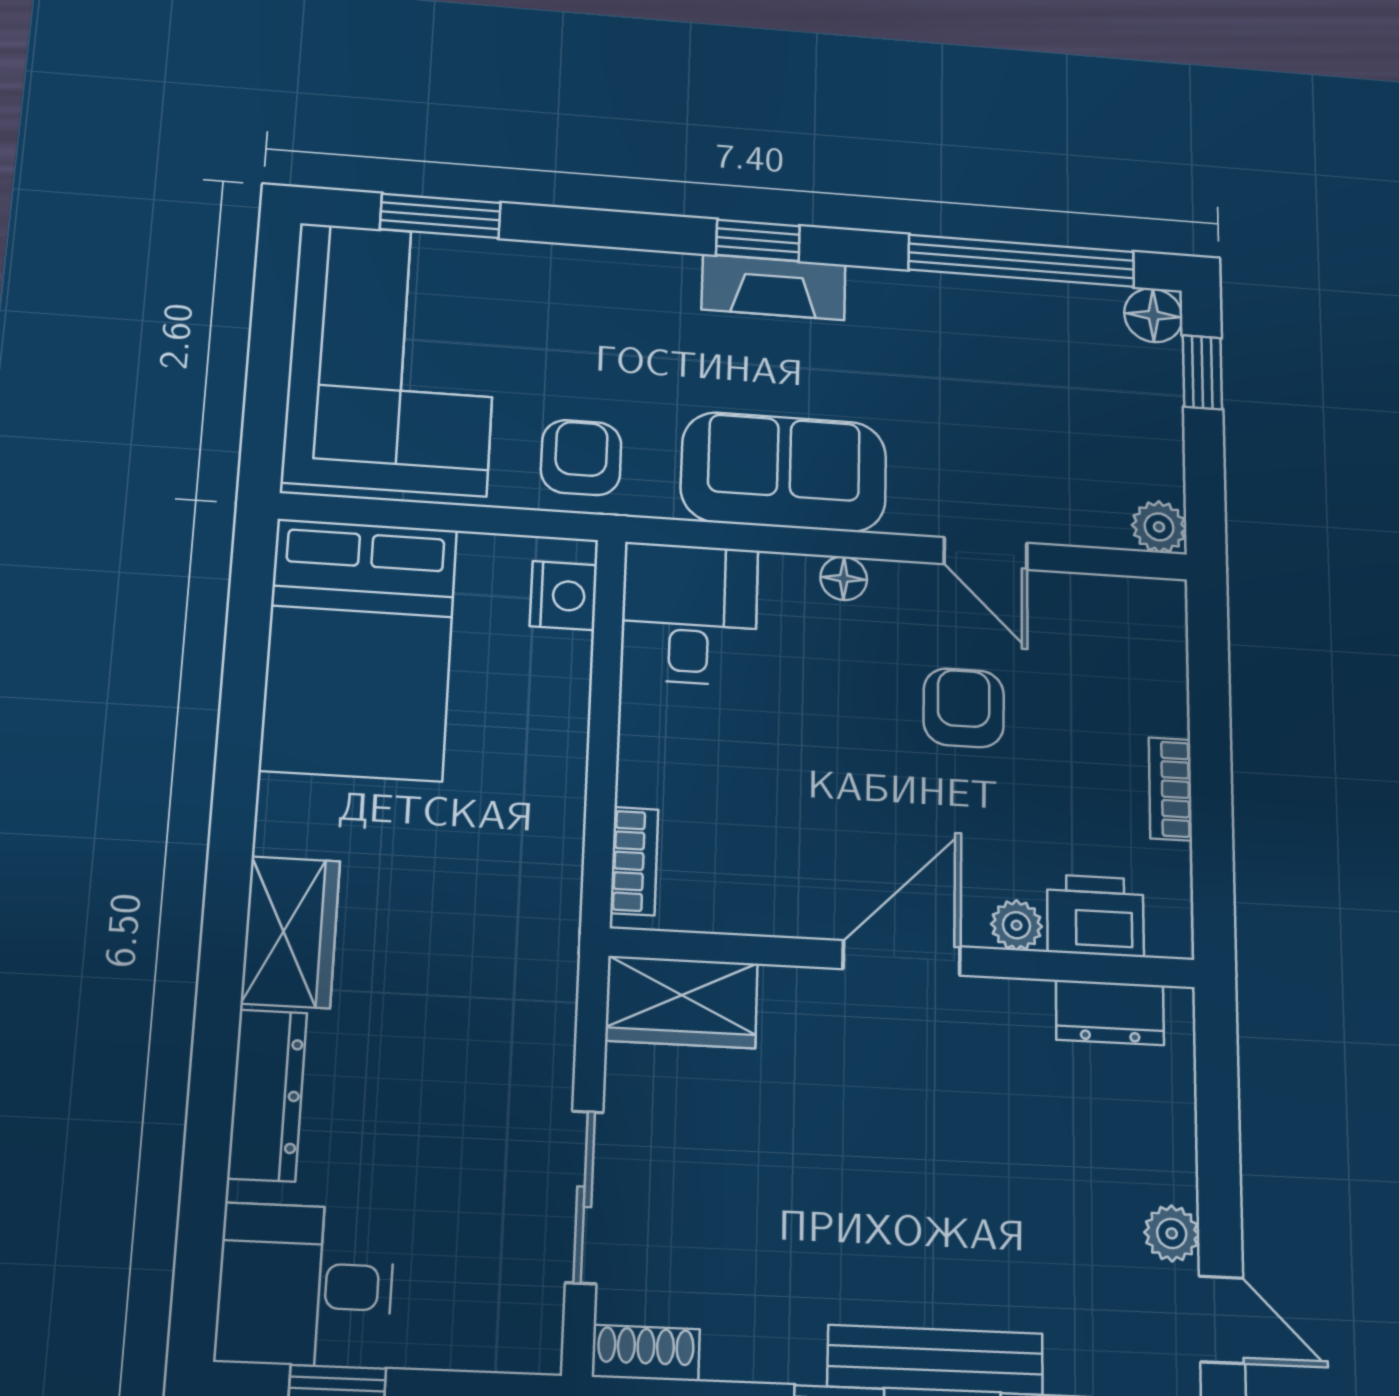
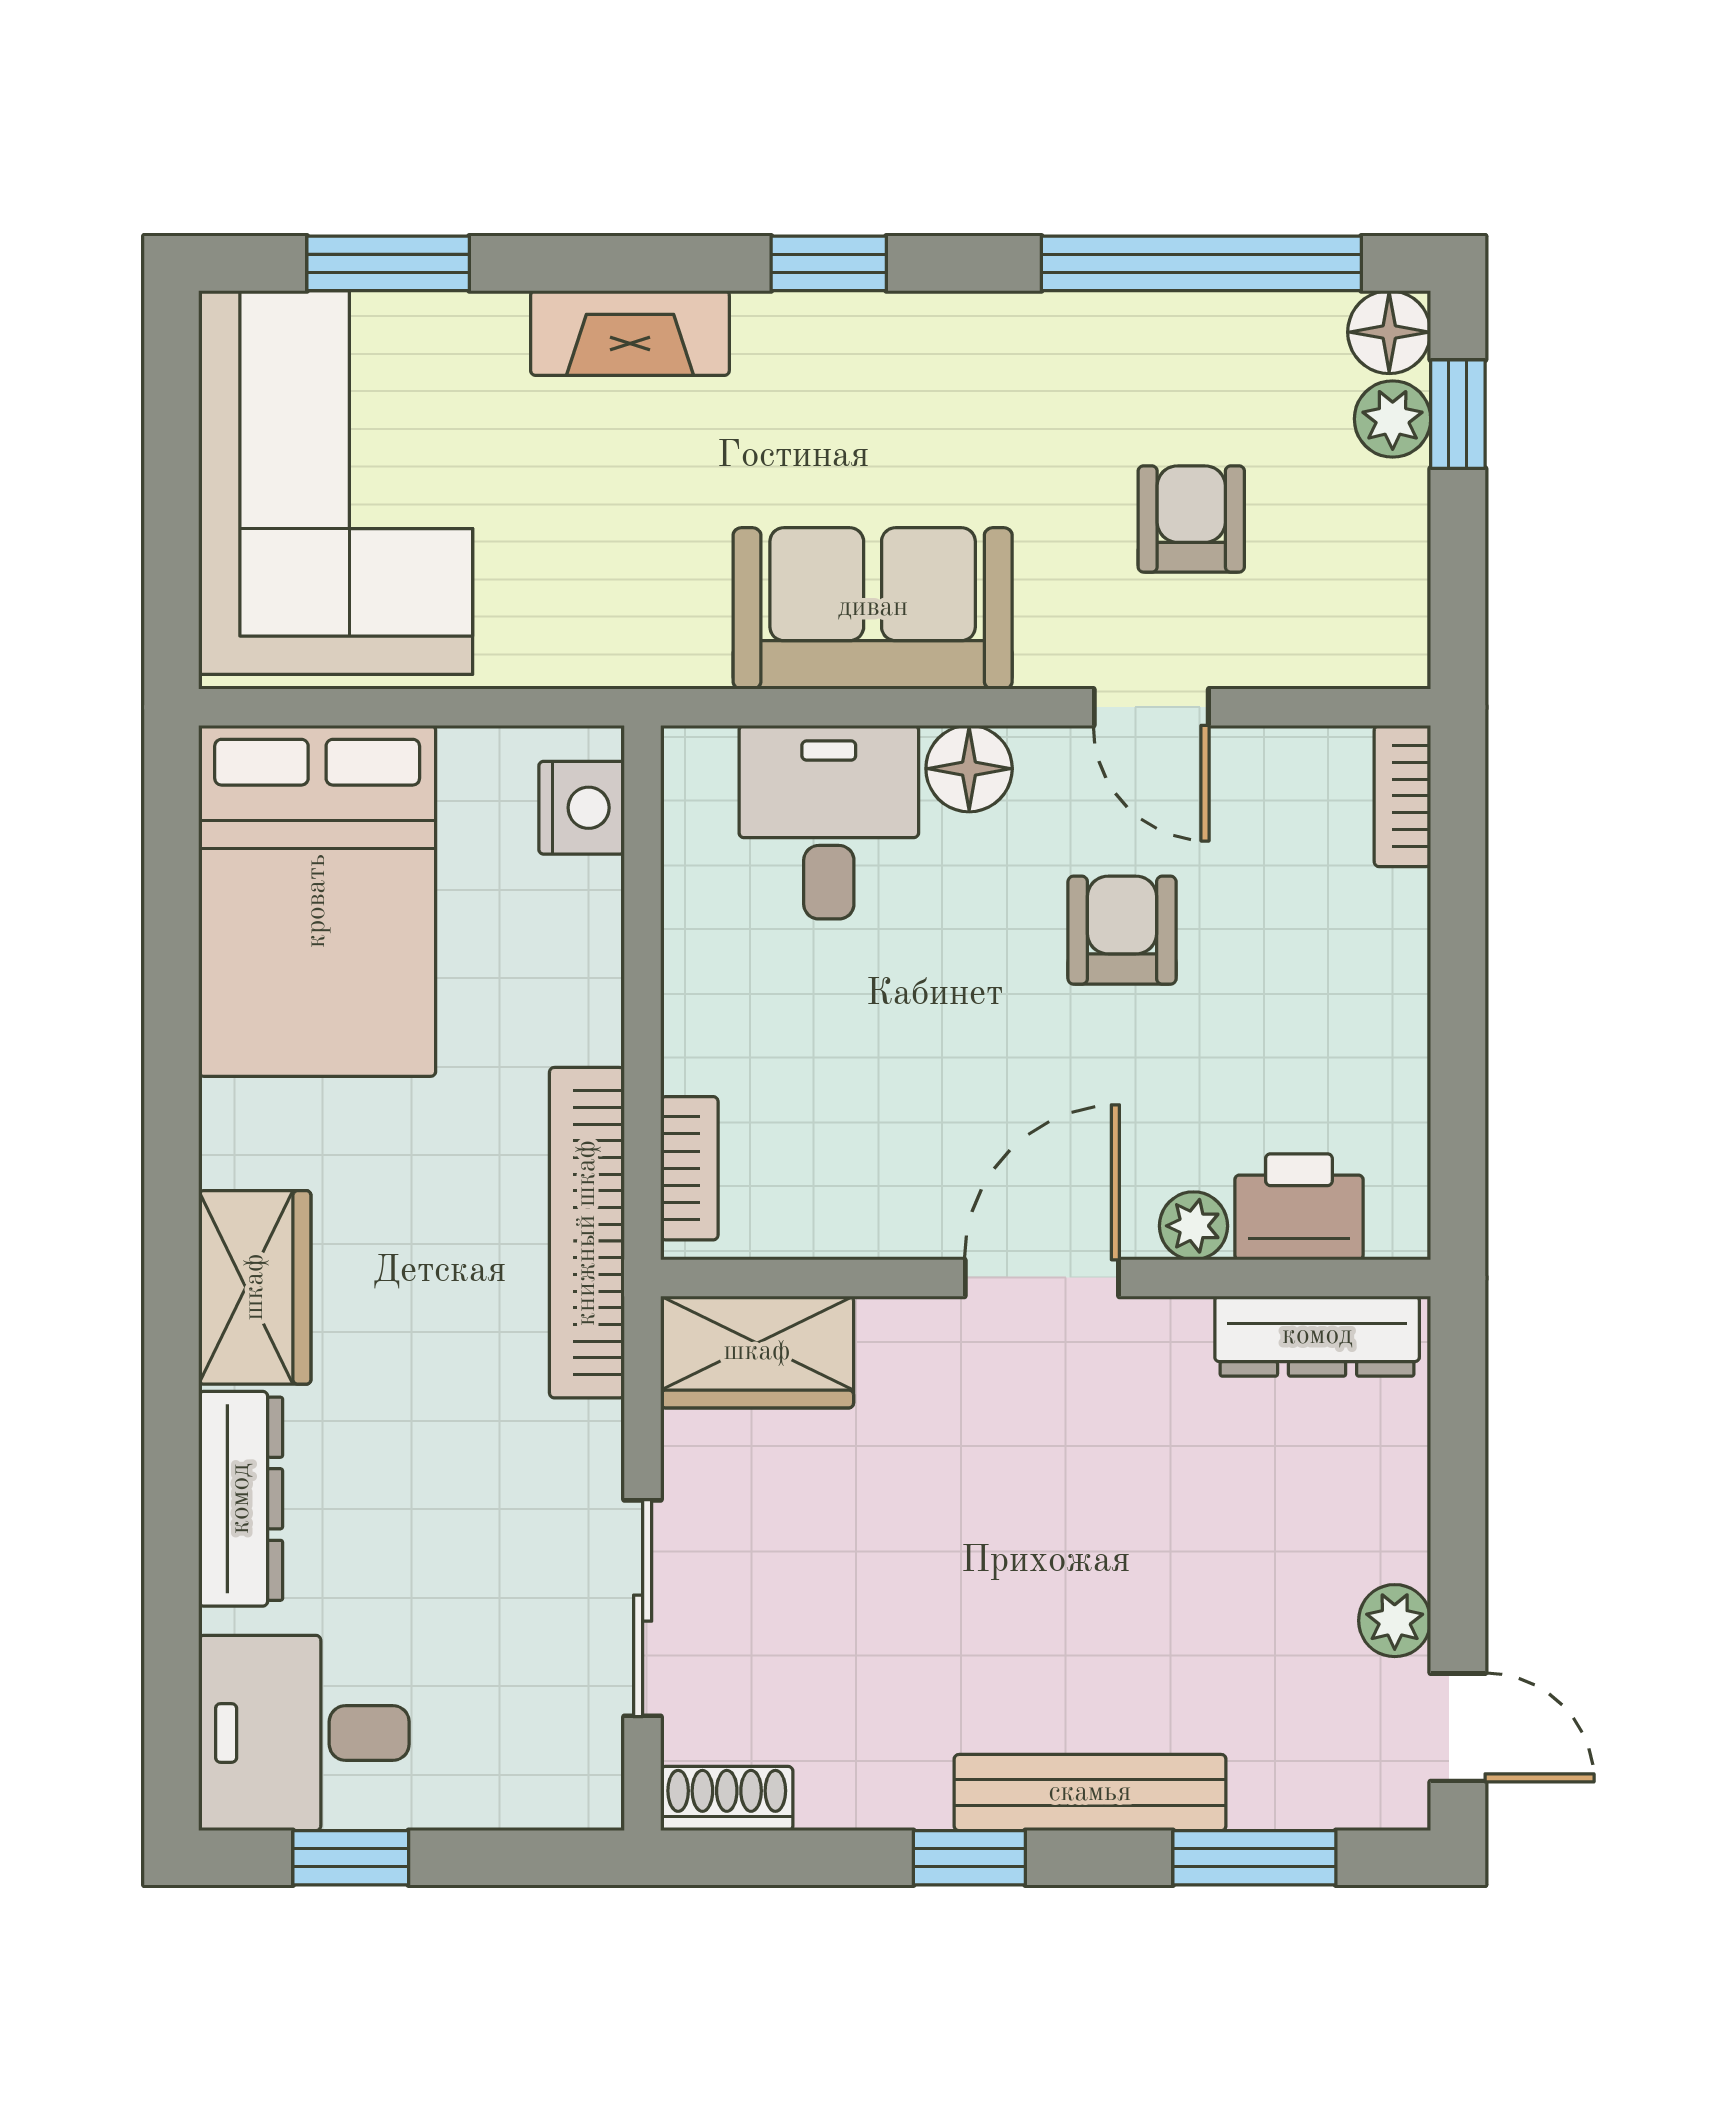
fireplace: (774, 287) -> (630, 333), moved
armchair: (581, 458) -> (1191, 519), moved
plant: (1159, 527) -> (1393, 419), moved
floor lamp: (844, 578) -> (969, 769), width x1.37, depth x1.37
desk: (689, 614) -> (829, 822), moved
bookcase: (1170, 789) -> (1402, 796), moved
bookcase: (553, 905) -> (587, 1233), added
dresser: (1110, 1012) -> (1317, 1336), width x1.44

